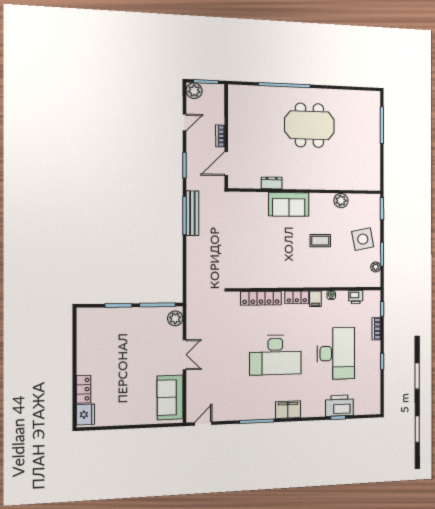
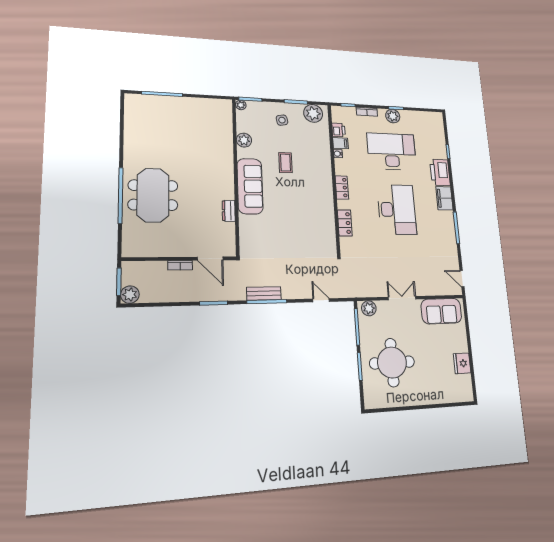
door: (184, 122) -> (321, 300), moved
meeting table: (309, 125) -> (153, 195), moved
plant: (376, 199) -> (241, 105), added
sofa: (289, 204) -> (250, 186), width x1.36
bench: (192, 213) -> (264, 293), width x0.73
side table: (363, 239) -> (282, 120), width x0.54, depth x0.54
plant: (376, 267) -> (313, 113), width x1.88, depth x1.88
locker: (261, 298) -> (345, 223), width x0.66
filing cabinet: (315, 299) -> (340, 143), moved
round table: (120, 340) -> (392, 363), added
plant: (373, 357) -> (393, 116), added
locker: (83, 389) -> (440, 397), removed
printer: (339, 406) -> (440, 172), moved
fridge: (85, 415) -> (462, 363), moved, turned -90

